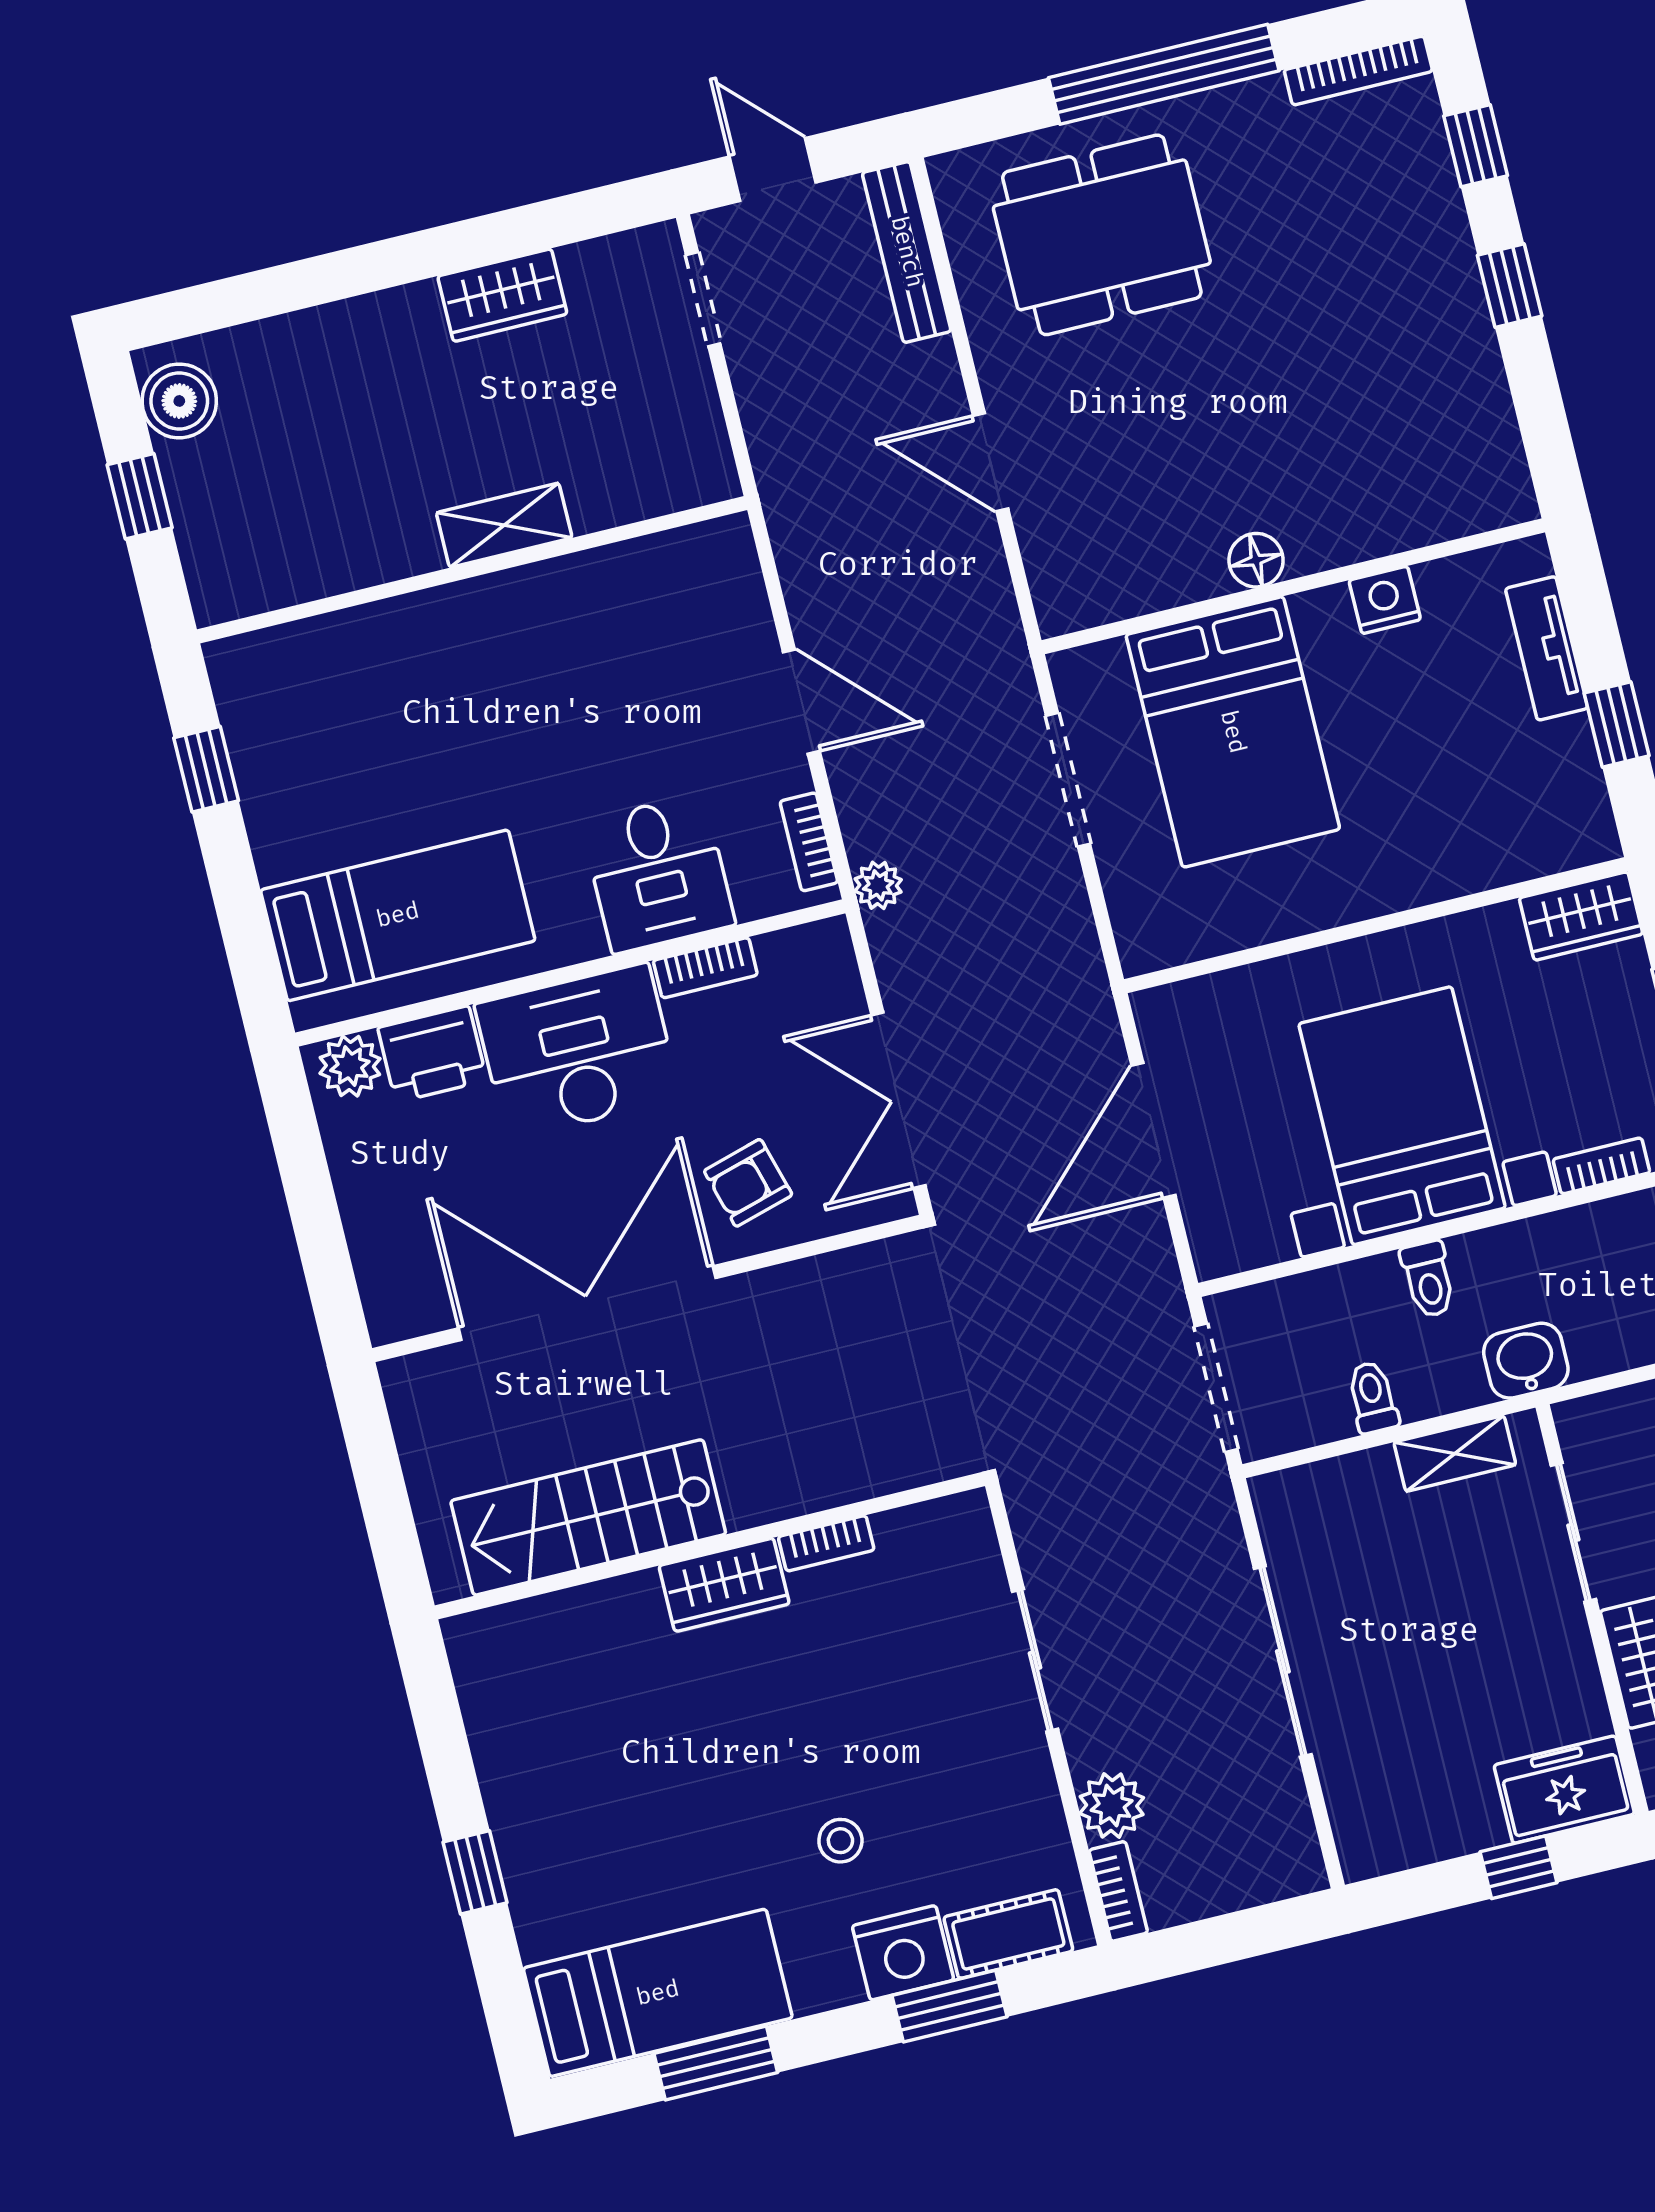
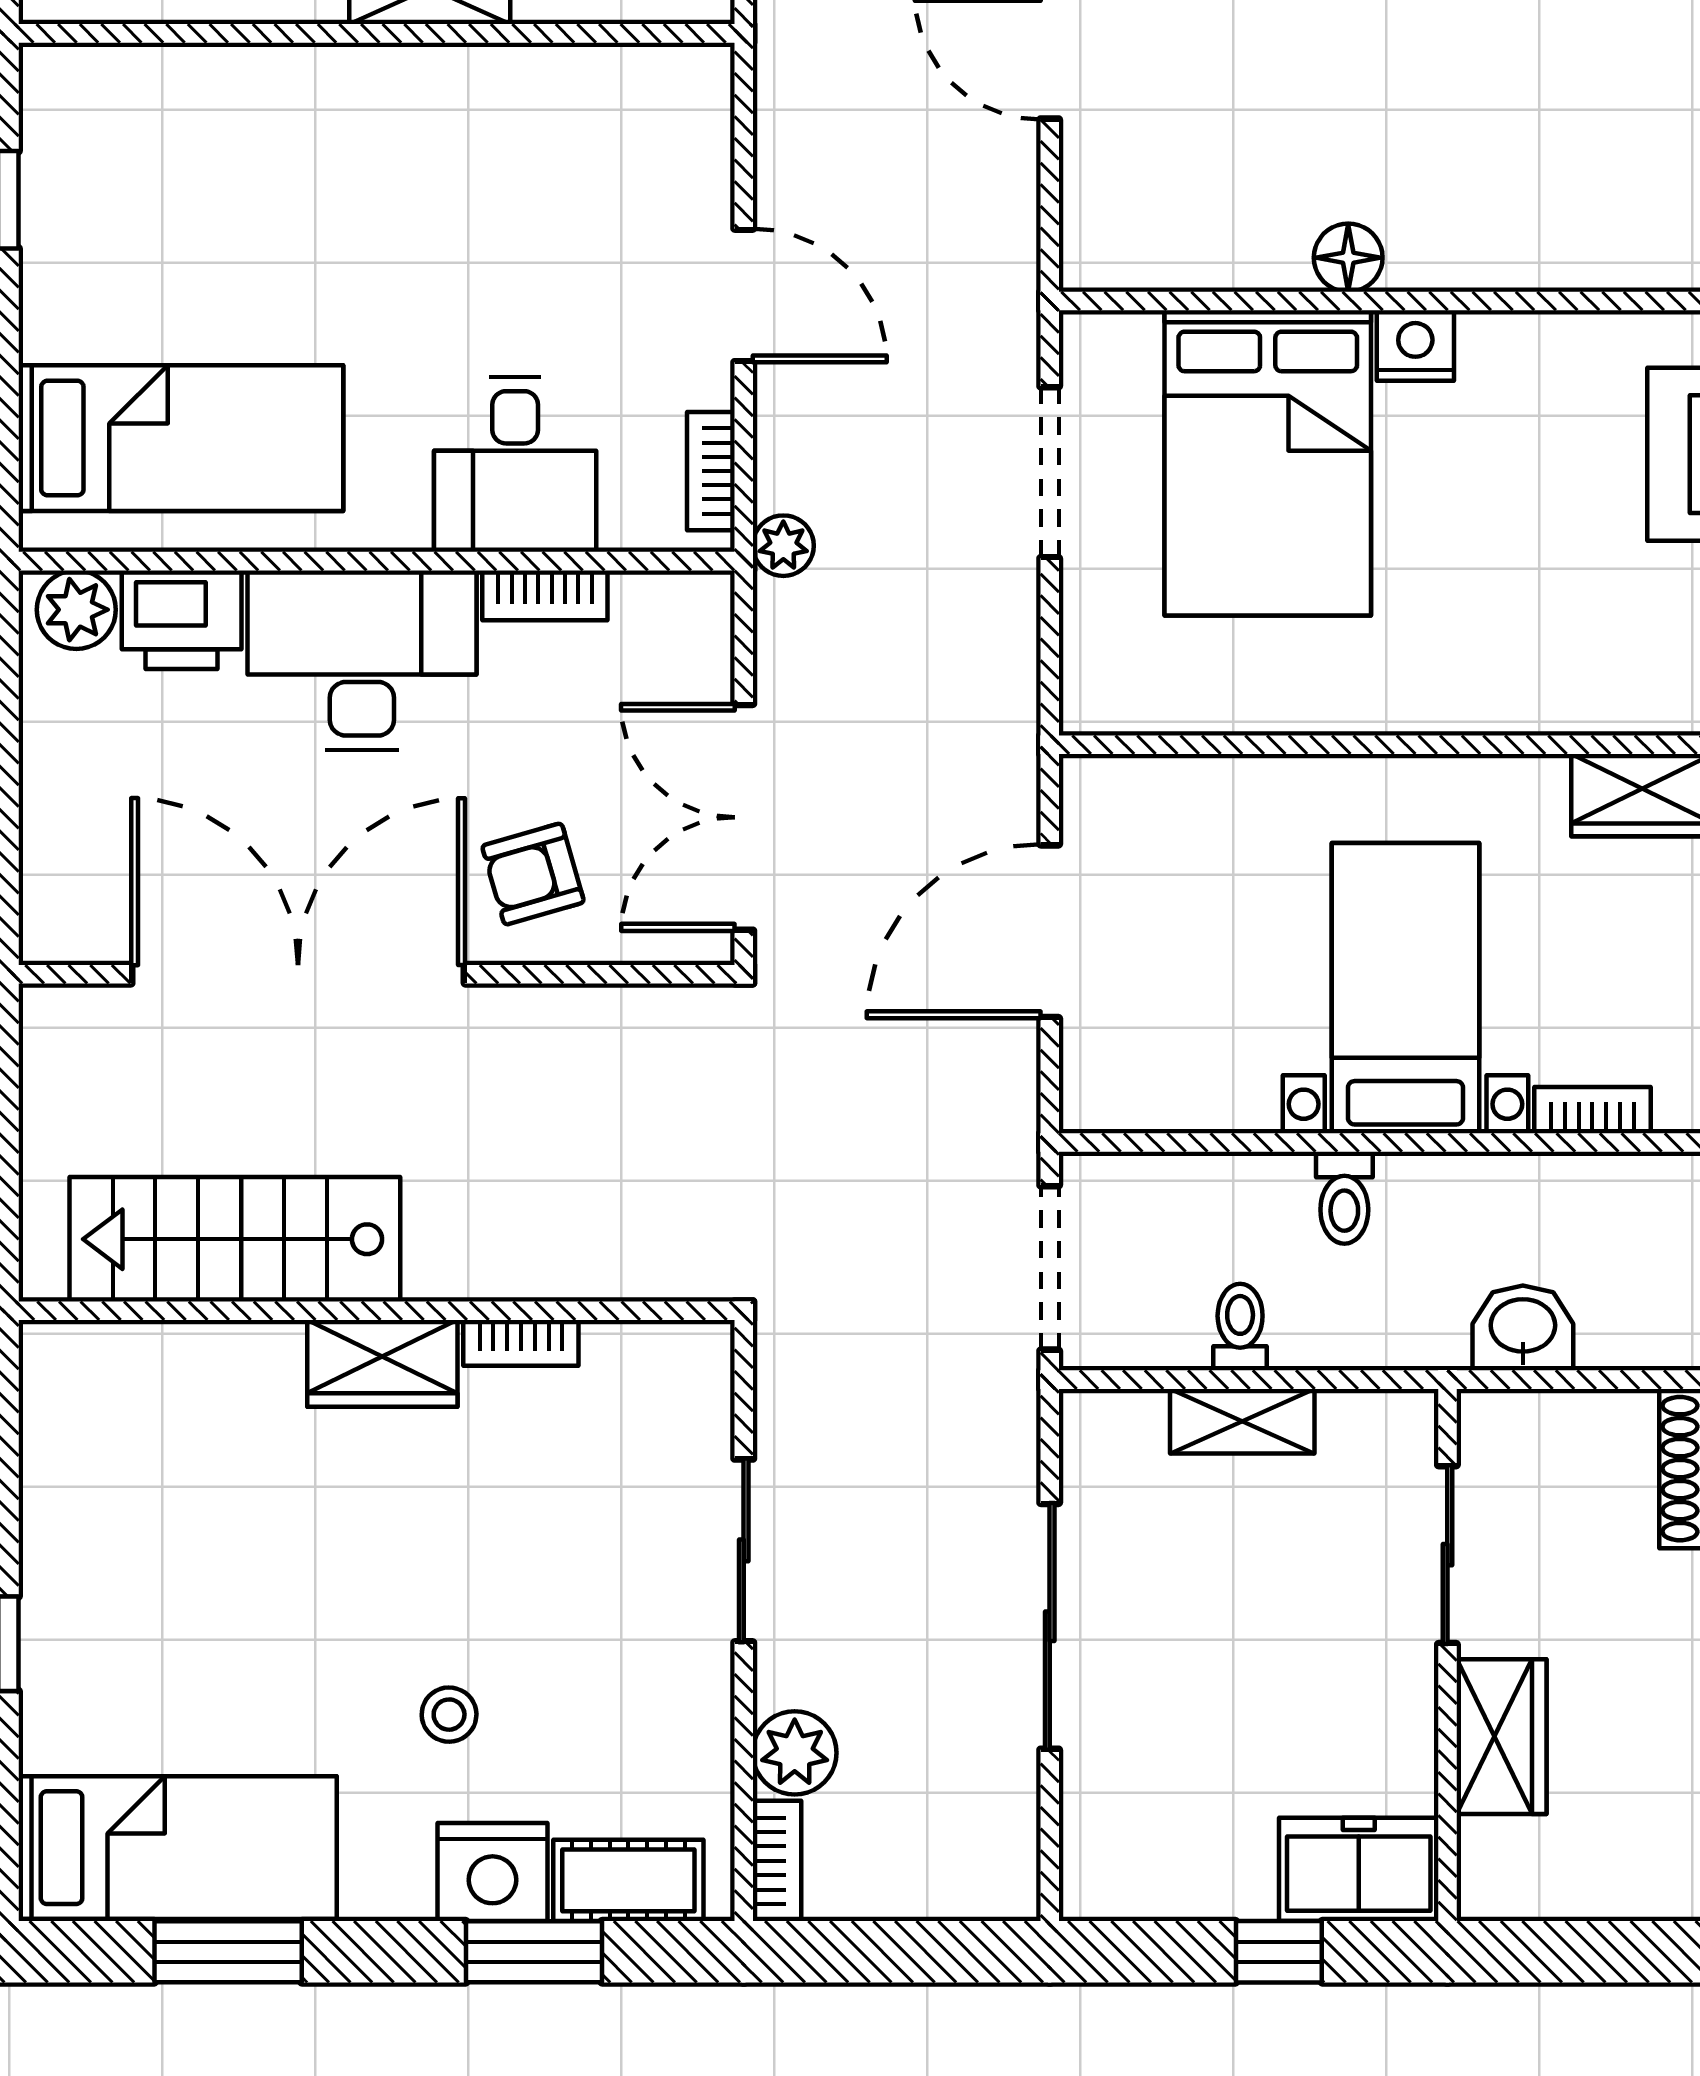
nightstand: (1385, 600) -> (1415, 346), moved
bed with nightstands: (1402, 1116) -> (1406, 988), width x0.73
washbasin: (1526, 1361) -> (1523, 1328), moved
shelving: (1455, 1453) -> (1242, 1421), moved

